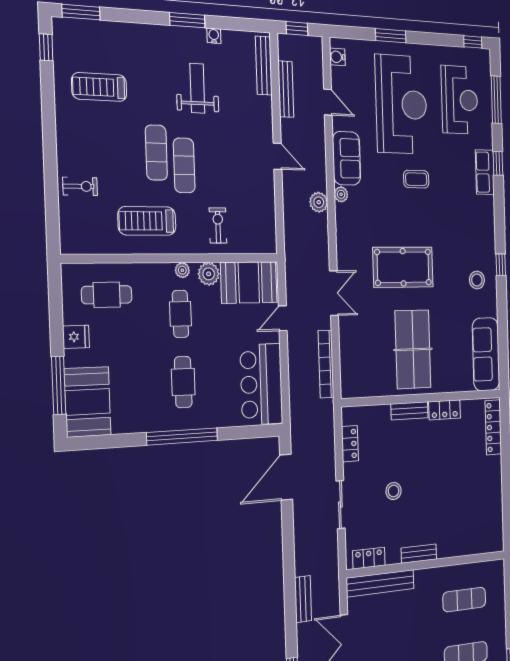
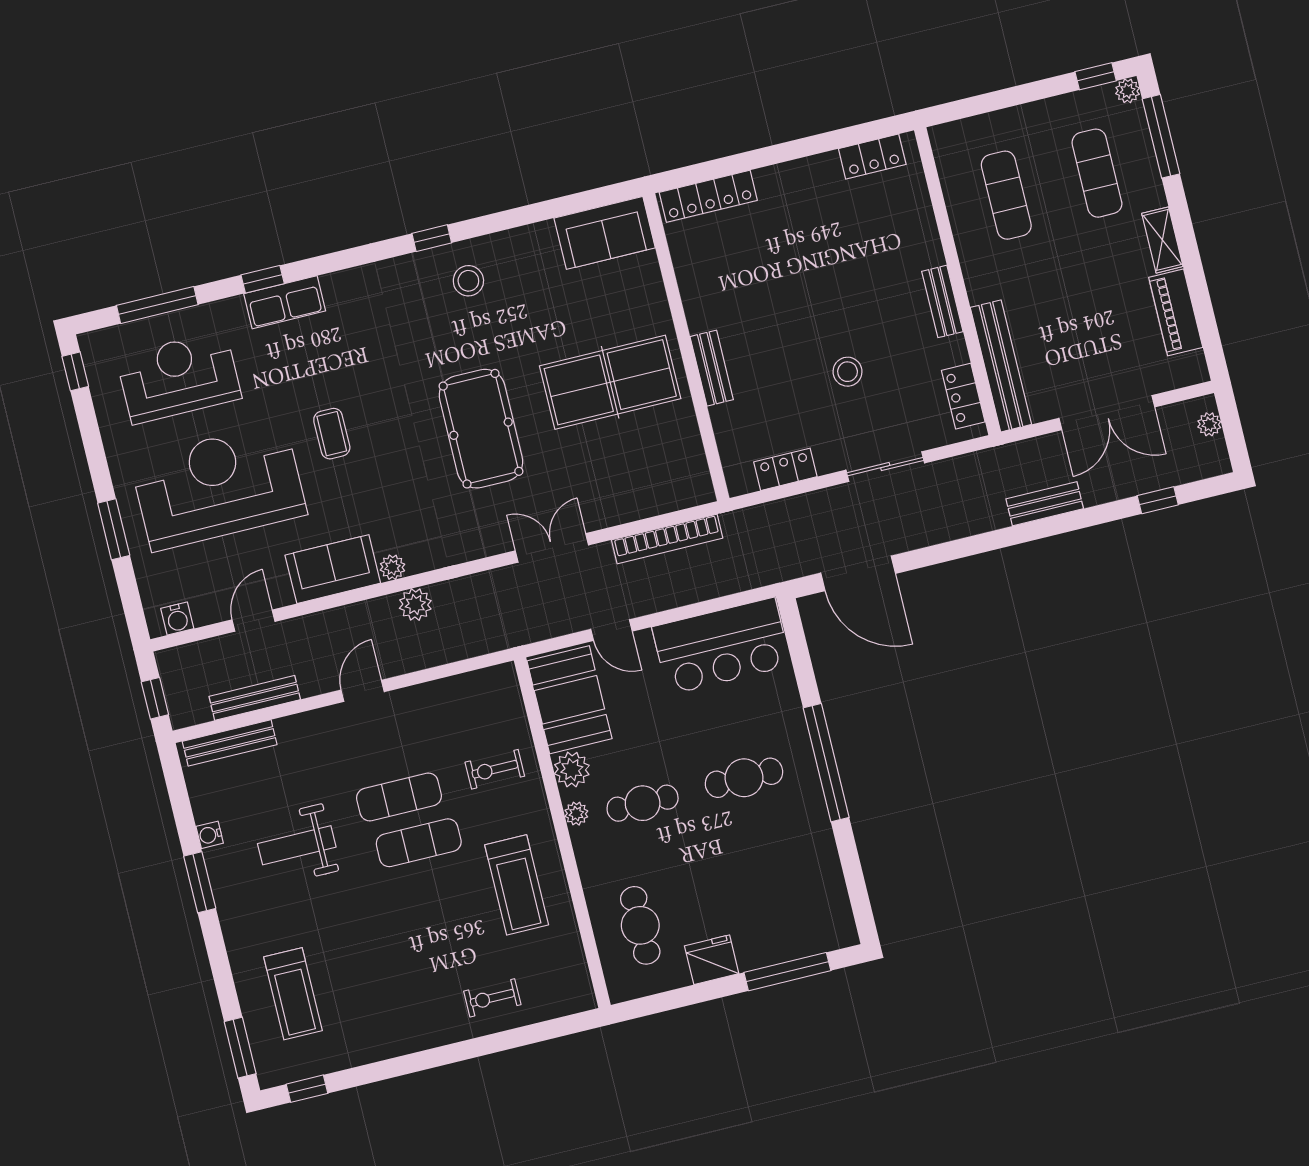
treadmill: (99, 87) -> (293, 994), moved
exercise mat: (156, 153) -> (399, 797), moved
exercise bike: (80, 186) -> (492, 998), turned -90
fridge: (76, 337) -> (712, 960), width x1.38
sofa: (486, 354) -> (605, 233), width x0.73
booth: (88, 402) -> (803, 923), removed
locker: (445, 410) -> (872, 157), moved, turned 90

